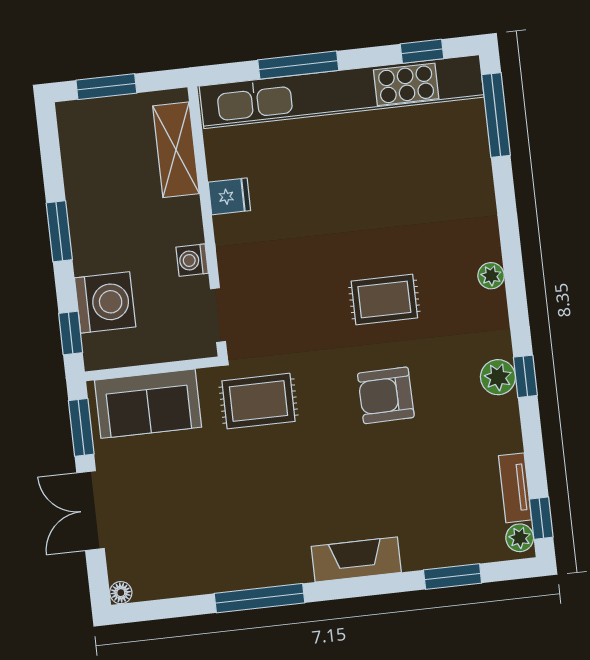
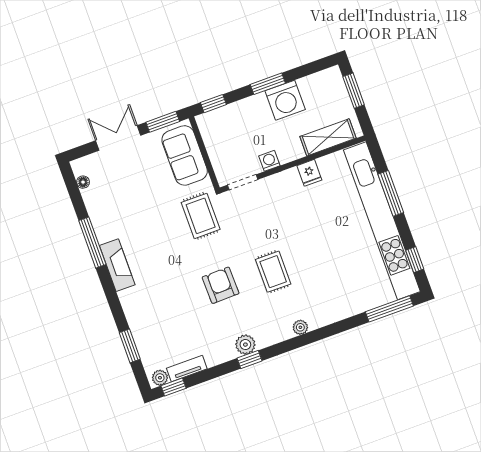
washing machine: (105, 302) -> (285, 100), moved
fireplace: (356, 559) -> (117, 265), moved
floor lamp: (121, 593) -> (83, 182), moved

